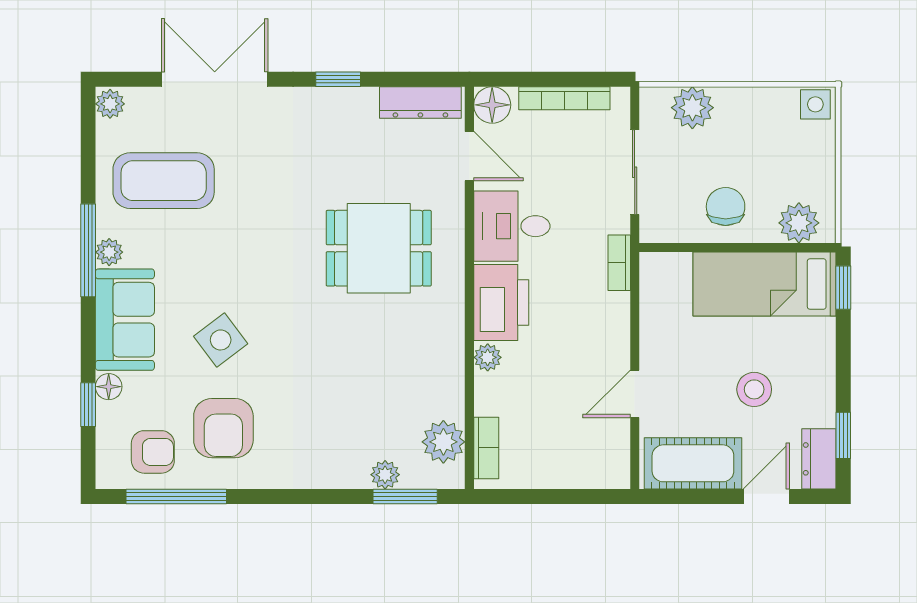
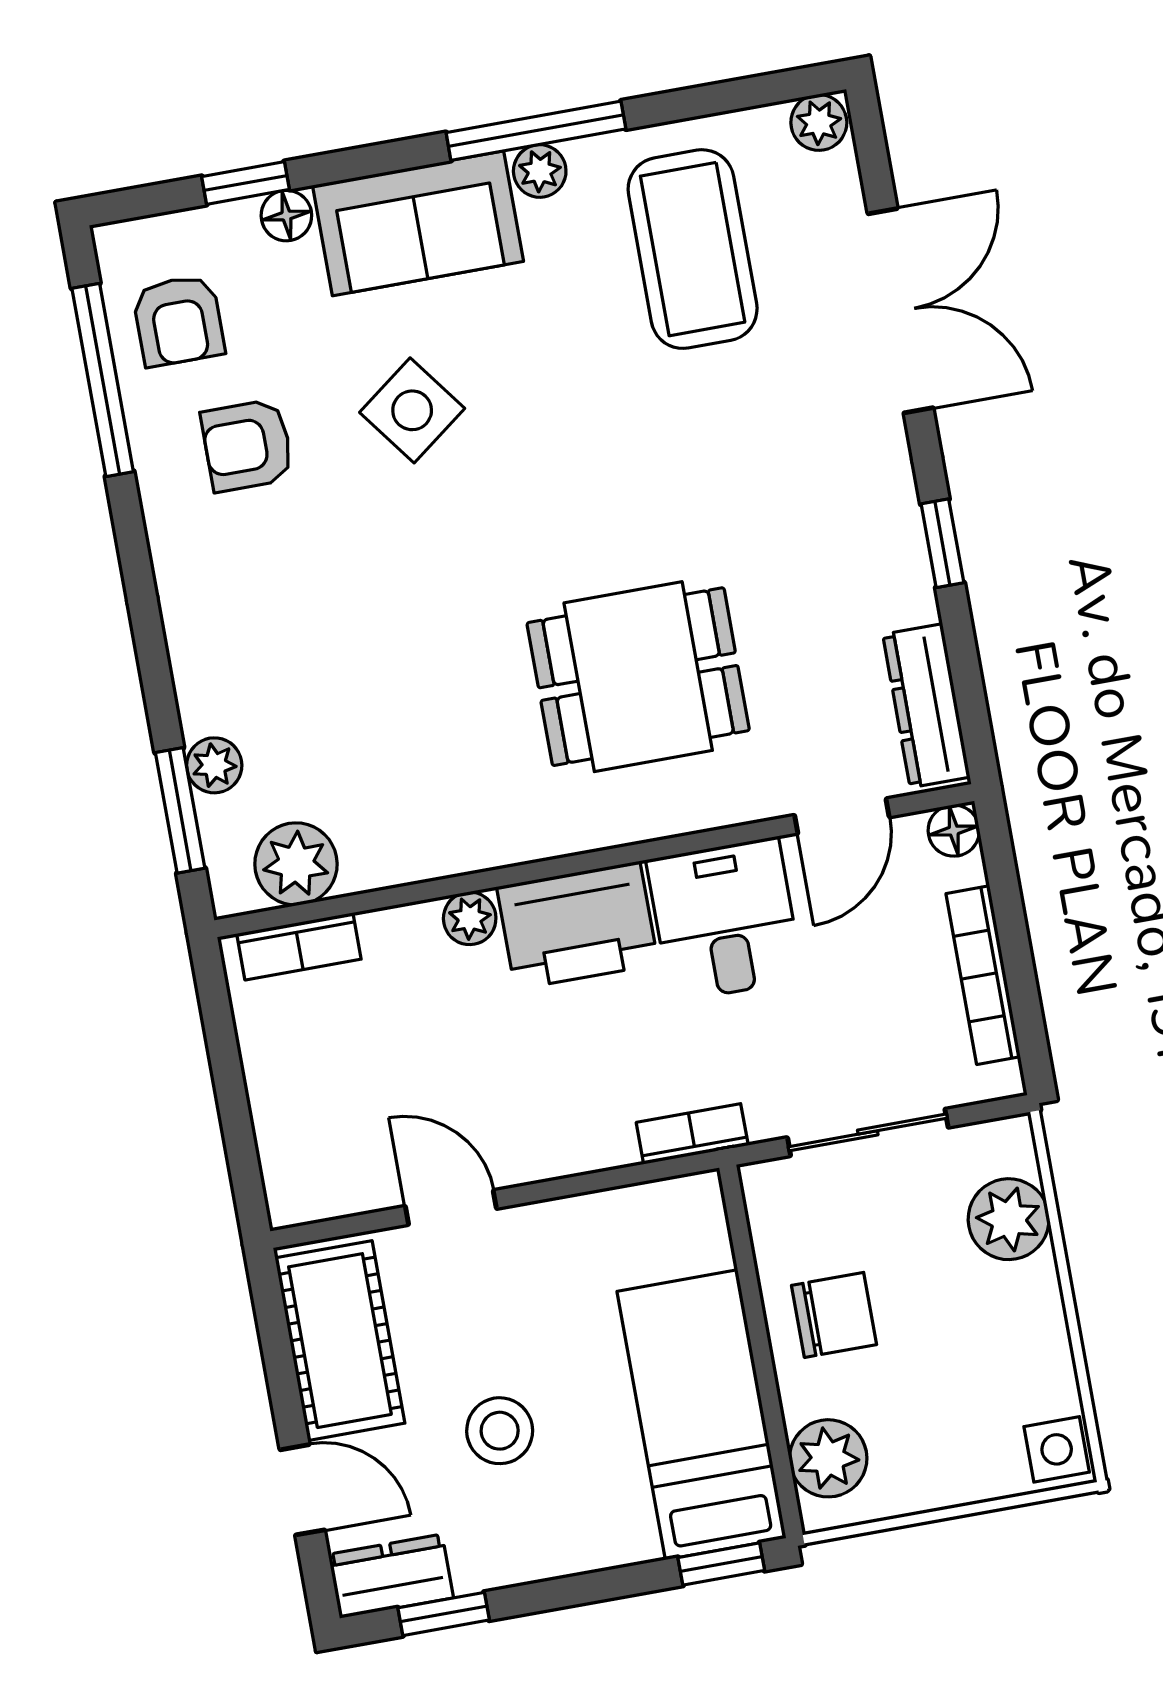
floor lamp: (492, 105) -> (954, 831), width x0.73, depth x0.73
dining table: (379, 248) -> (638, 677), turned 90
armchair: (223, 428) -> (247, 445), width x0.72, depth x0.72

